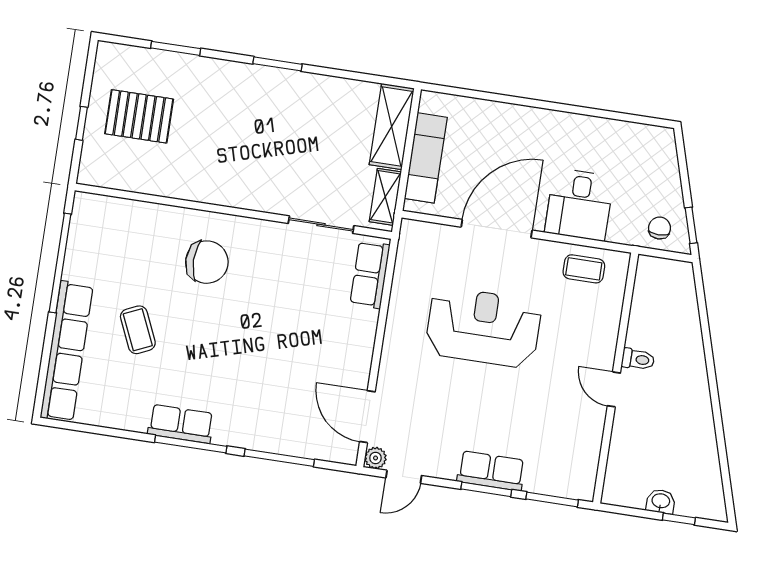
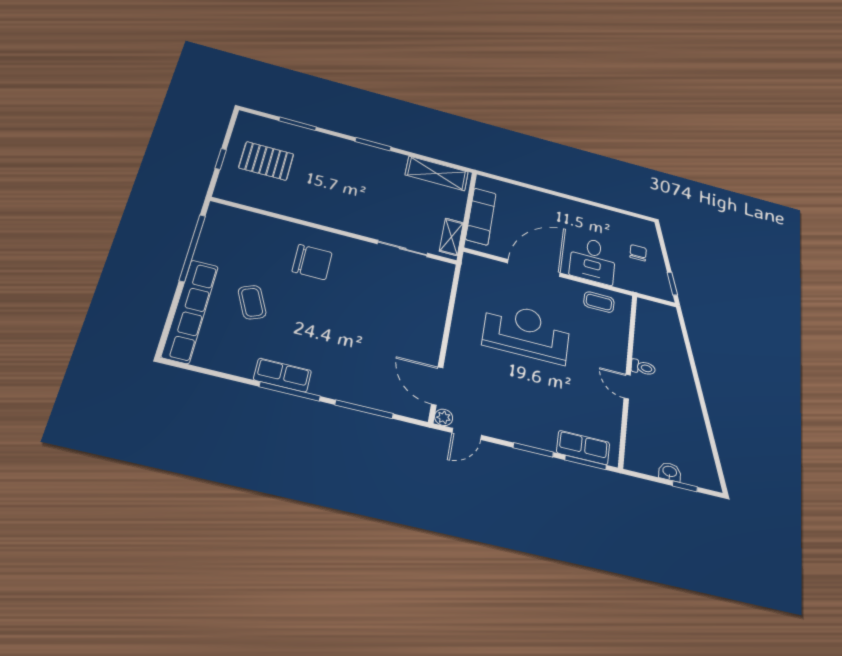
shelving: (392, 126) -> (437, 173), moved, turned 90
chair: (660, 228) -> (638, 253), moved
row of seats: (370, 275) -> (440, 286), removed
row of seats: (491, 471) -> (583, 448), moved

